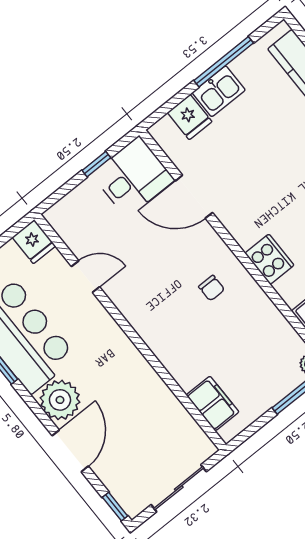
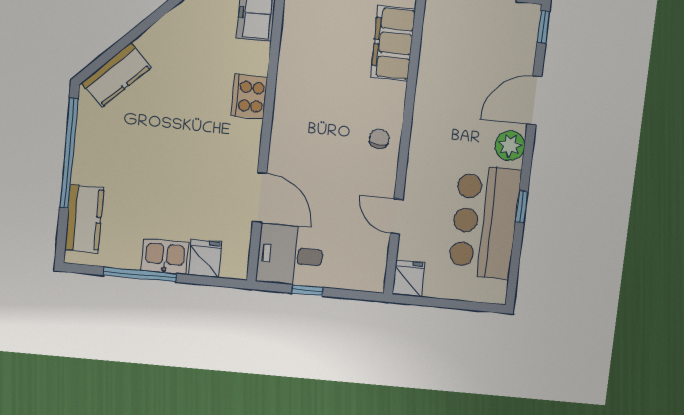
chair: (212, 288) -> (379, 139), moved
plant: (60, 400) -> (510, 146), width x0.73, depth x0.73
filing cabinet: (213, 403) -> (393, 43), width x1.50, depth x1.17

